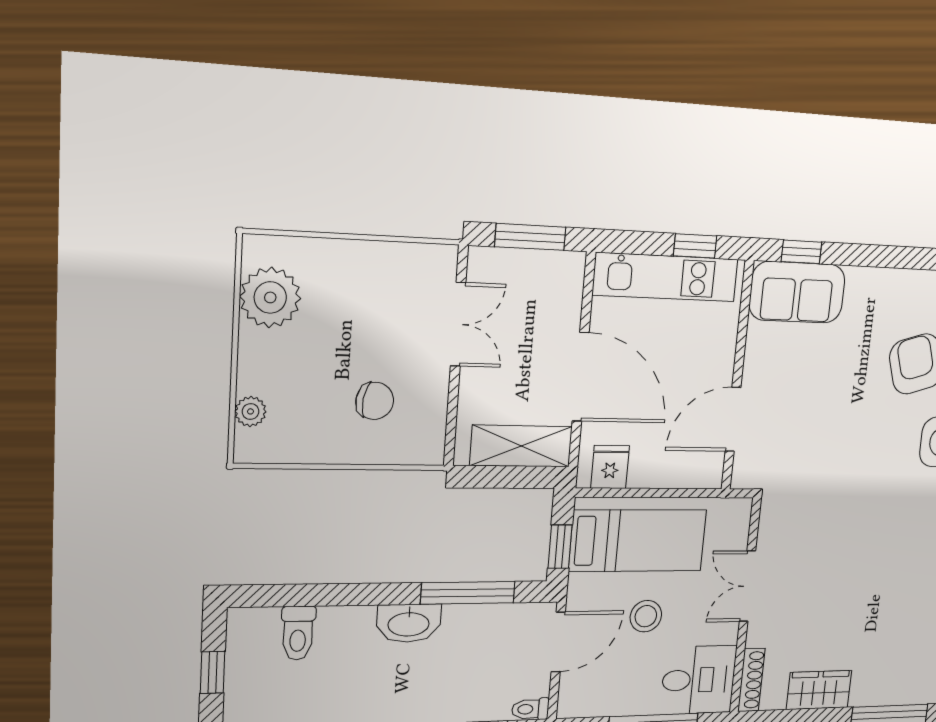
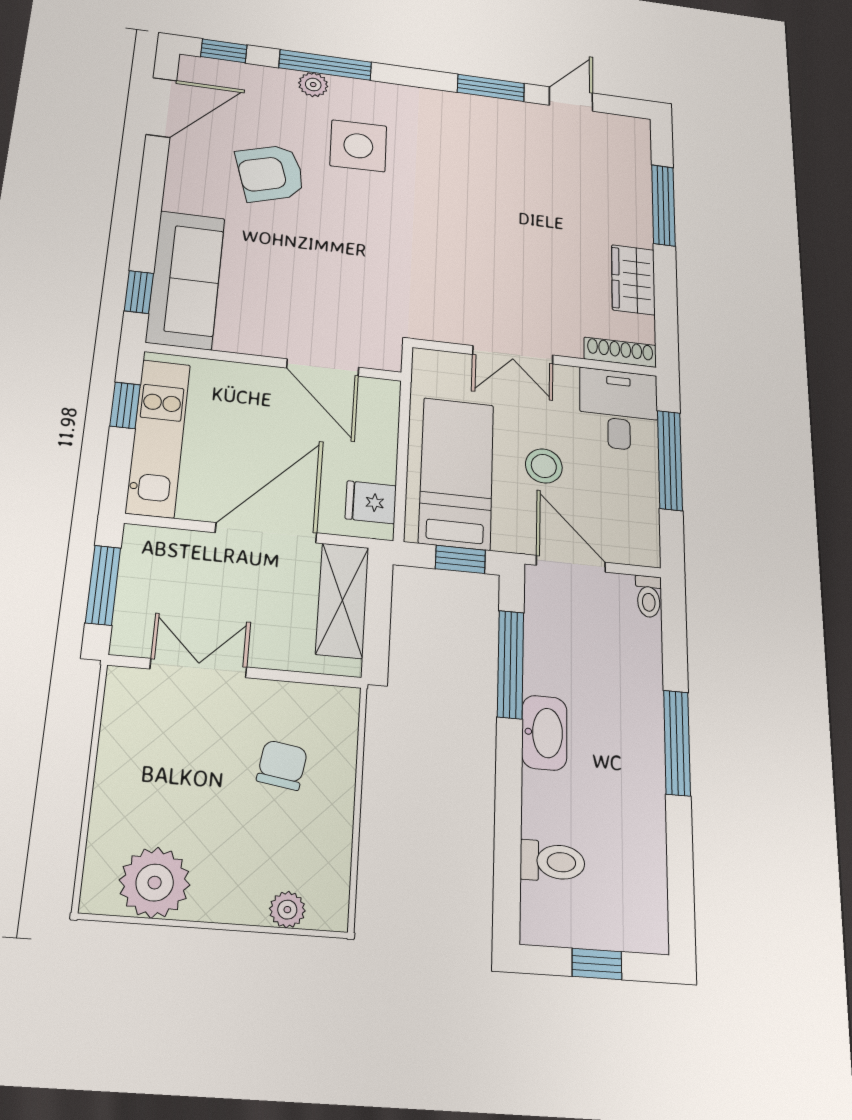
sofa: (797, 292) -> (186, 280), width x1.36

